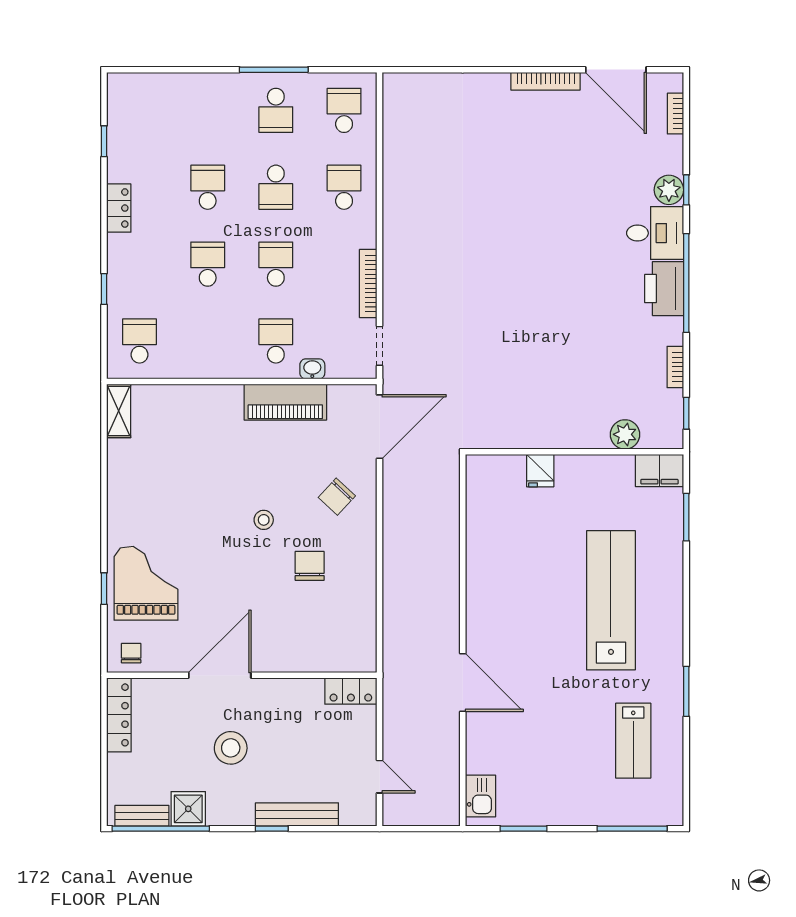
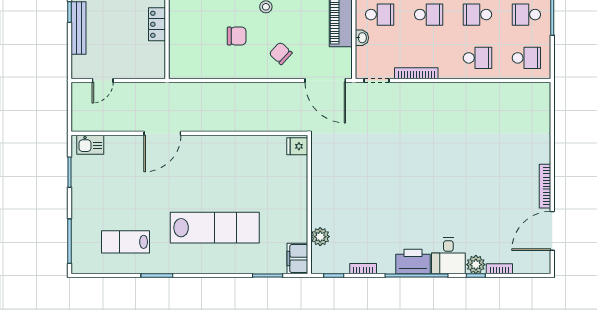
bookcase: (675, 114) -> (499, 269), moved
fridge: (540, 471) -> (297, 146), moved
locker: (351, 691) -> (157, 24), moved

